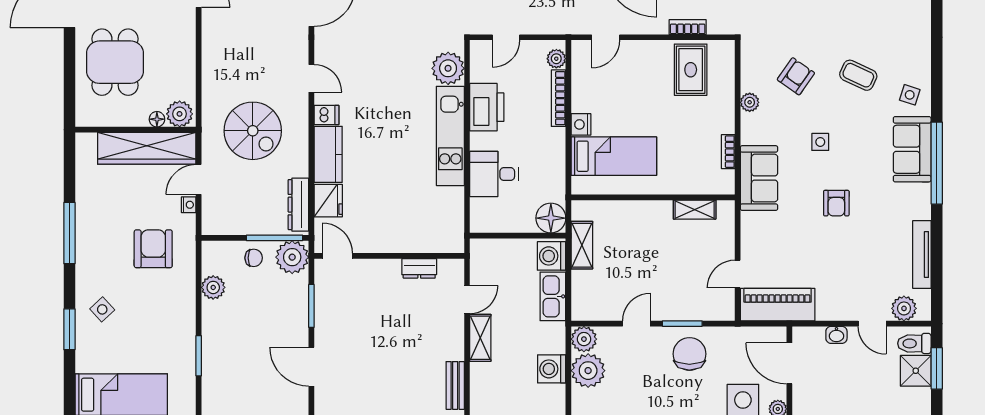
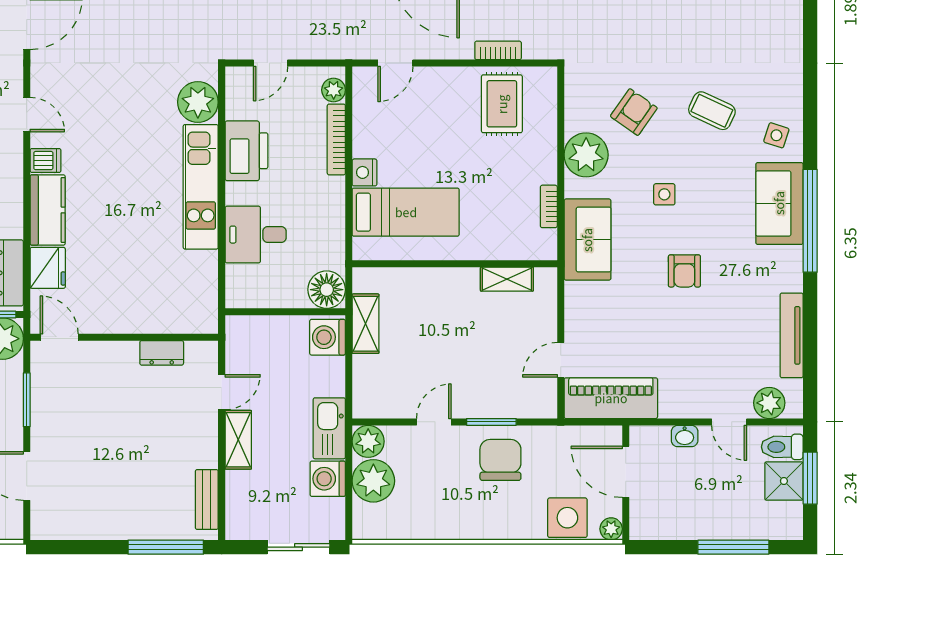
plant: (750, 102) -> (586, 155), width x1.88, depth x1.88
kitchen sink: (553, 296) -> (329, 428), moved

